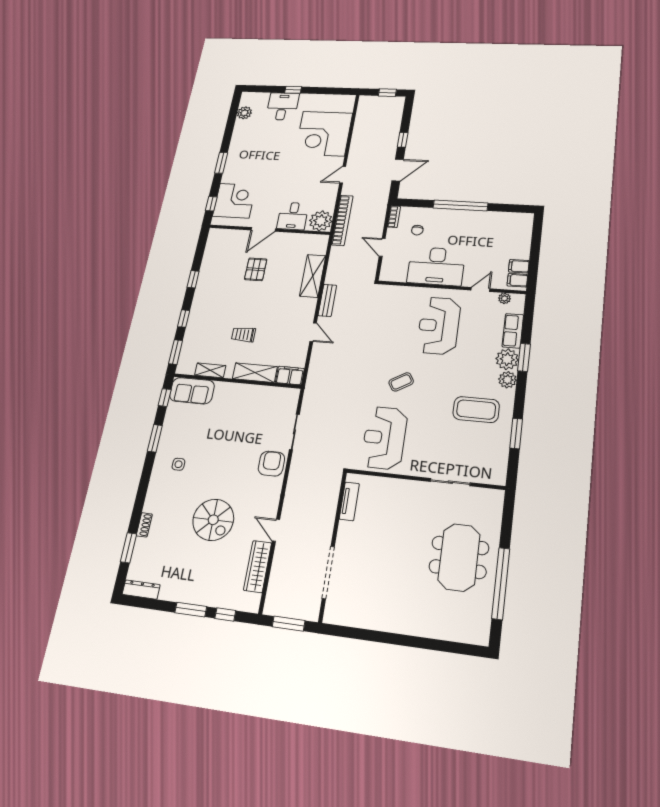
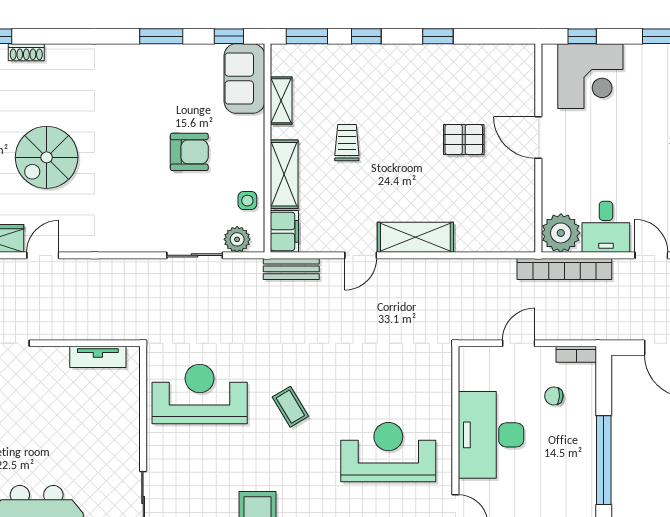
desk: (293, 216) -> (606, 227), moved, turned -90
shelving: (313, 276) -> (415, 237), moved
bench: (327, 300) -> (291, 269), moved
plant: (289, 405) -> (237, 239), added
side table: (178, 464) -> (247, 201), moved
armchair: (271, 464) -> (189, 152), moved

